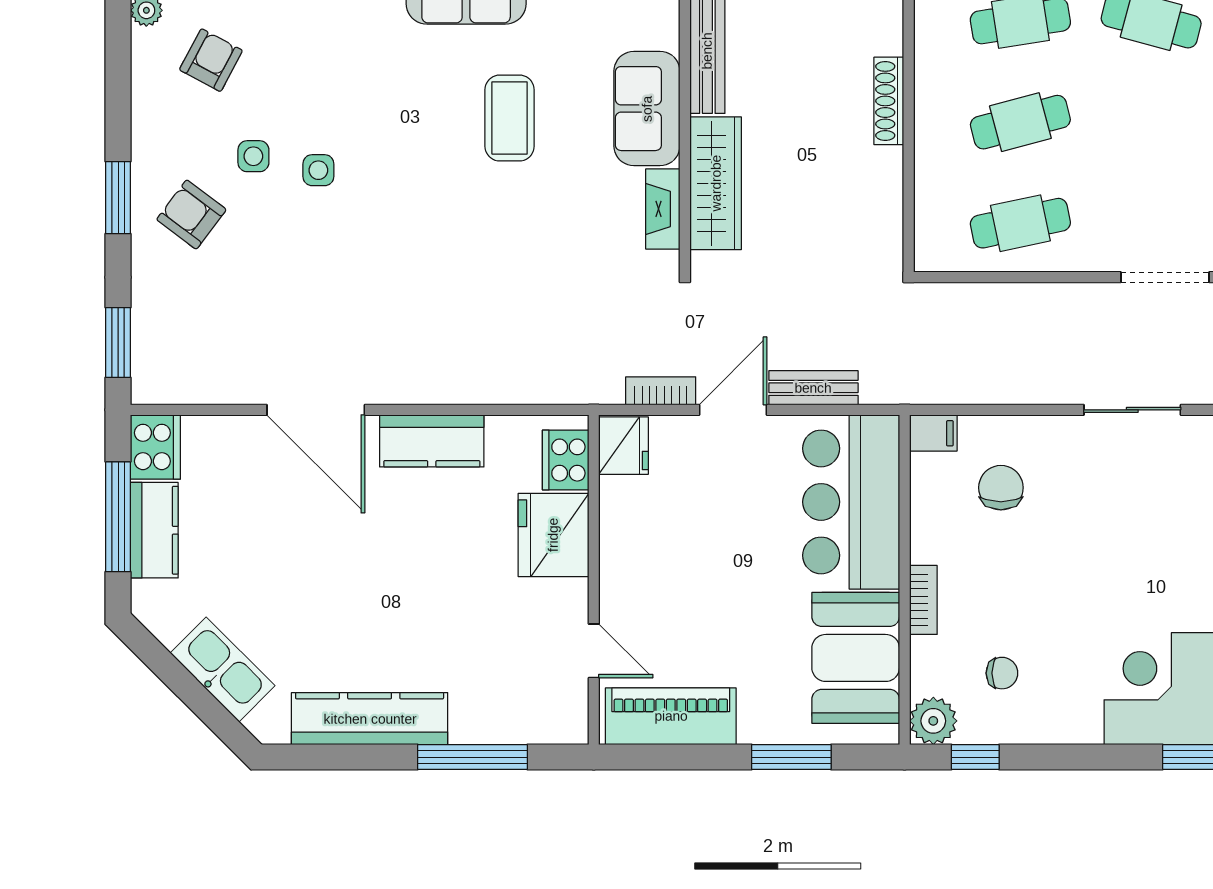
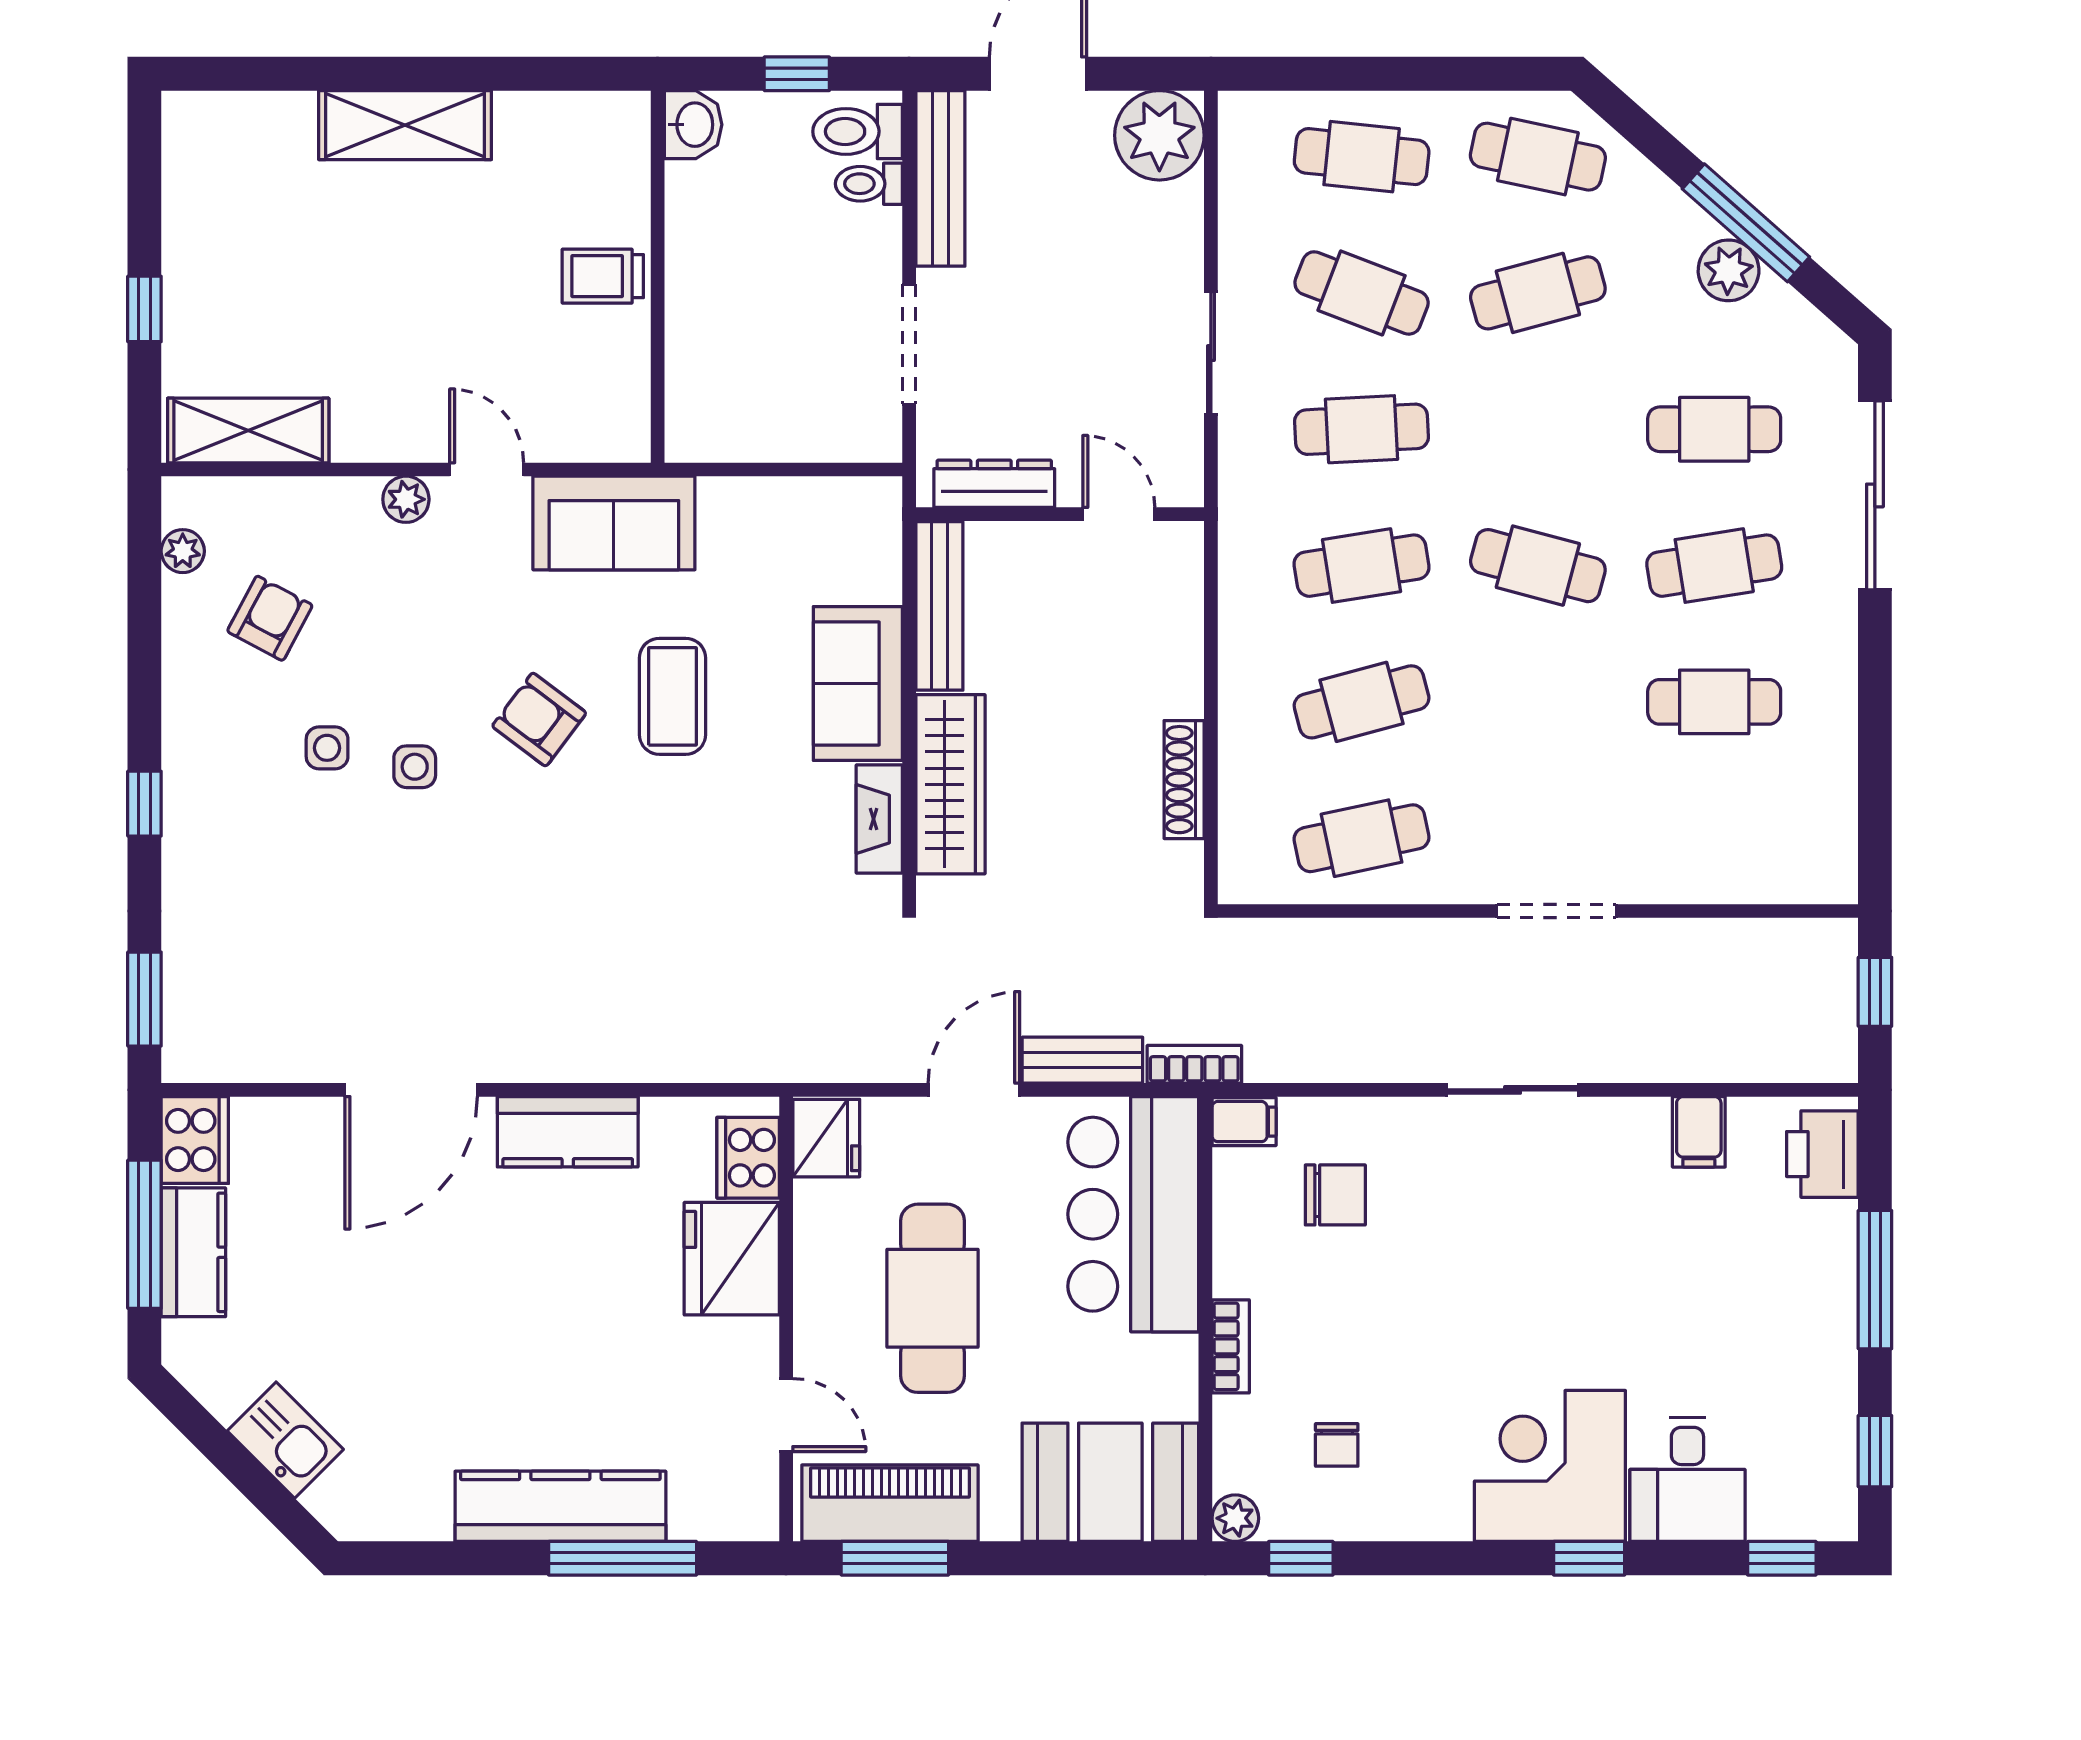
shoe rack: (889, 101) -> (1184, 780), moved
window: (118, 198) -> (144, 804), width x0.67
armchair: (191, 215) -> (539, 720), moved
bookcase: (661, 391) -> (1194, 1064), moved
door: (316, 410) -> (411, 1090), hinge flipped
chair: (1001, 488) -> (1335, 1195), turned 90
cafe table: (702, 564) -> (932, 1298), added
booth: (856, 658) -> (1110, 1482), moved, turned 90
kitchen sink: (222, 669) -> (285, 1440), width x0.73
chair: (1002, 673) -> (1337, 1445), turned 90
kitchen counter: (370, 719) -> (560, 1506), moved
plant: (933, 721) -> (1235, 1518), width x0.73, depth x0.73
window: (791, 757) -> (895, 1558), moved

